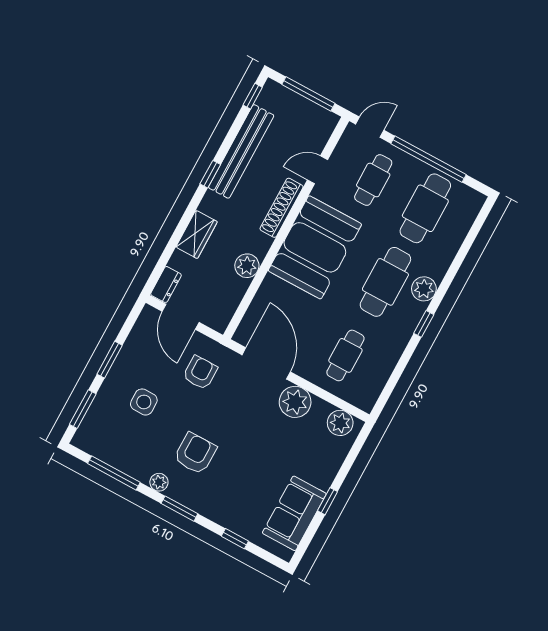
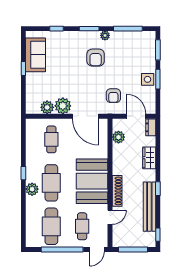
plant: (247, 266) -> (118, 137), moved
side table: (144, 402) -> (148, 79), moved
plant: (340, 423) -> (47, 107), moved

